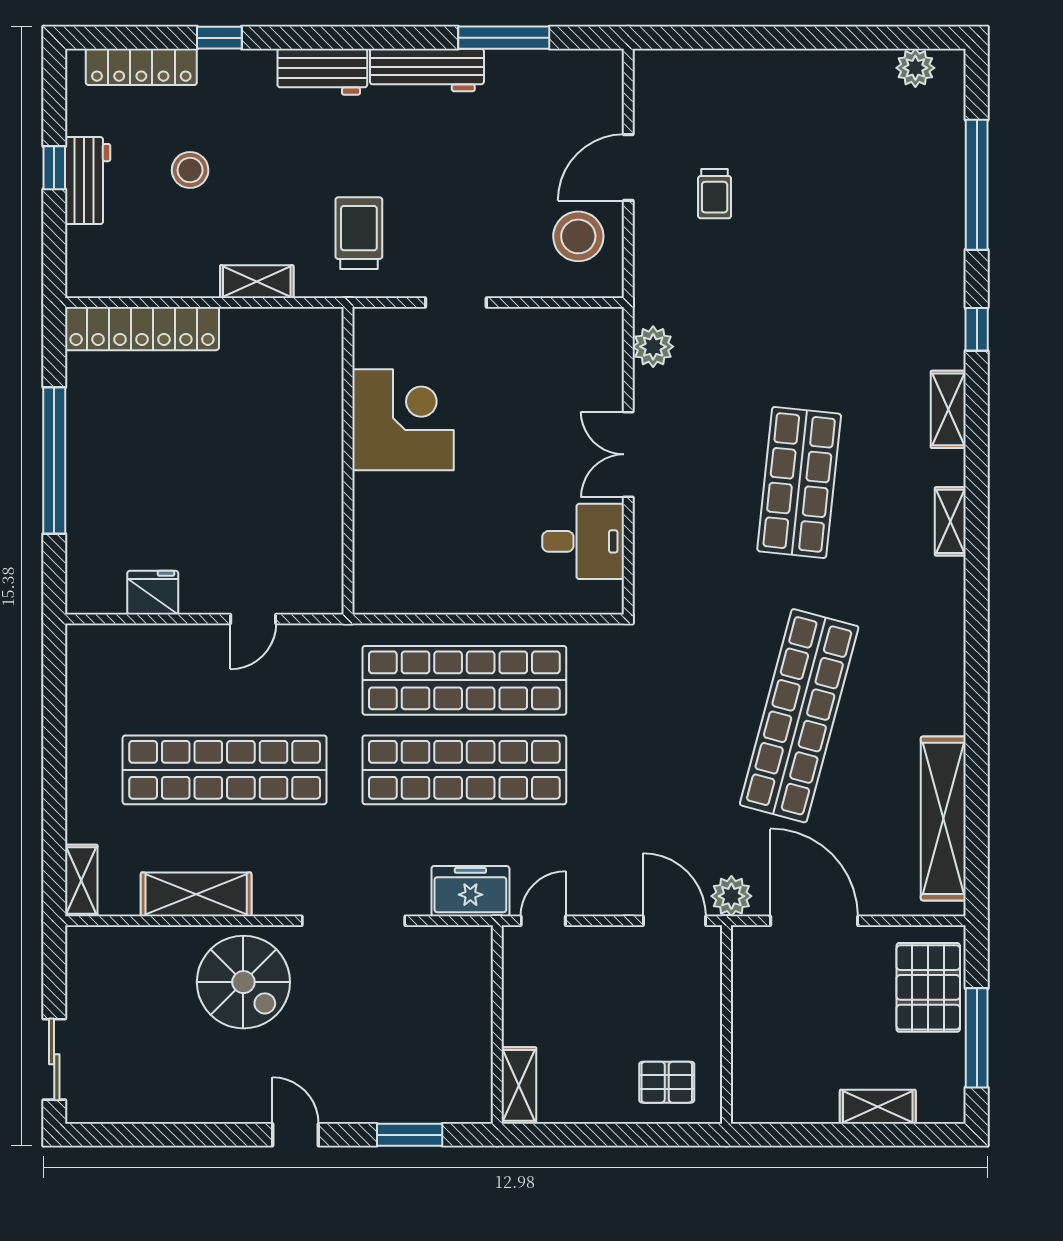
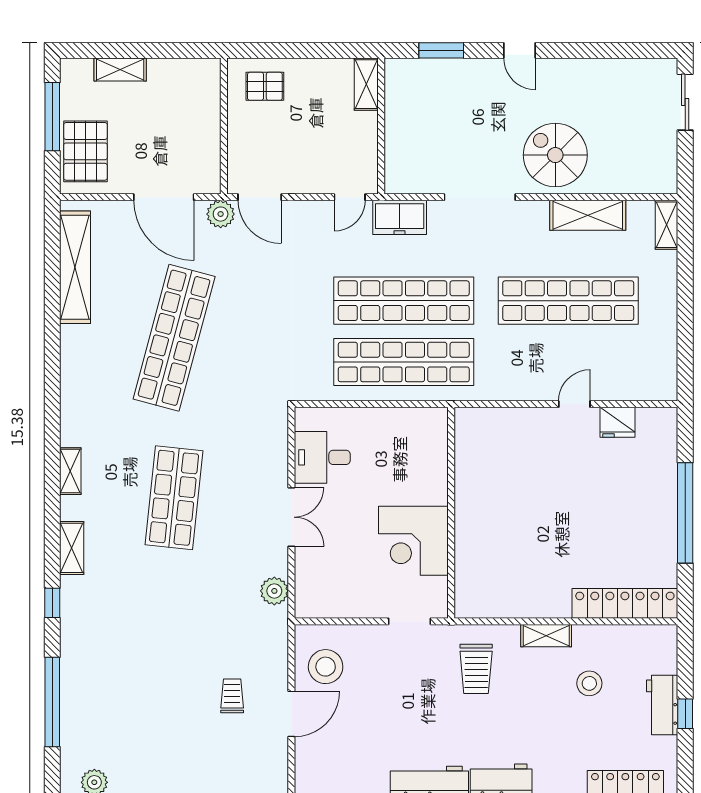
stool: (190, 170) -> (589, 683), moved
corner desk: (403, 420) -> (413, 541), moved
wall: (348, 461) -> (451, 513), moved
door: (253, 619) -> (574, 404), moved

